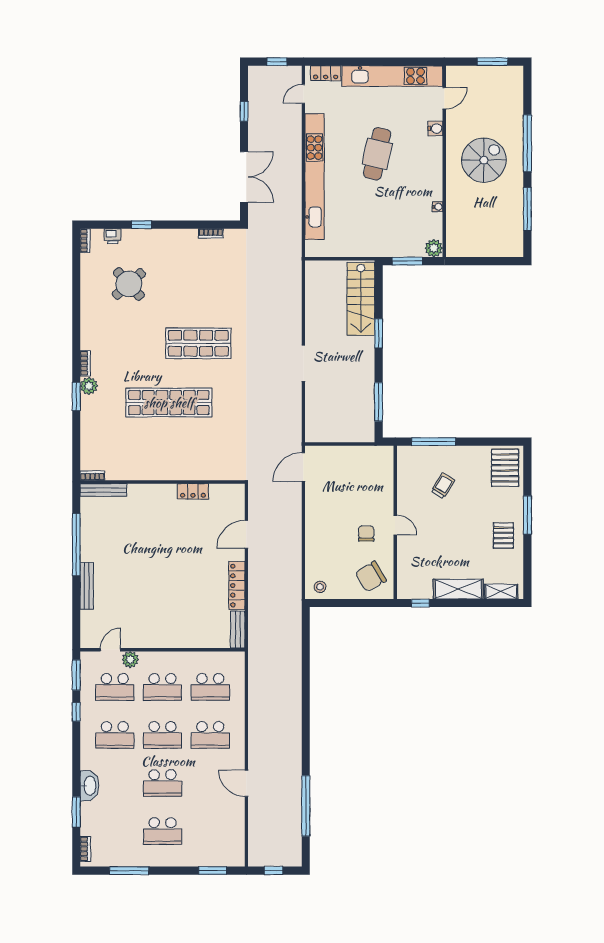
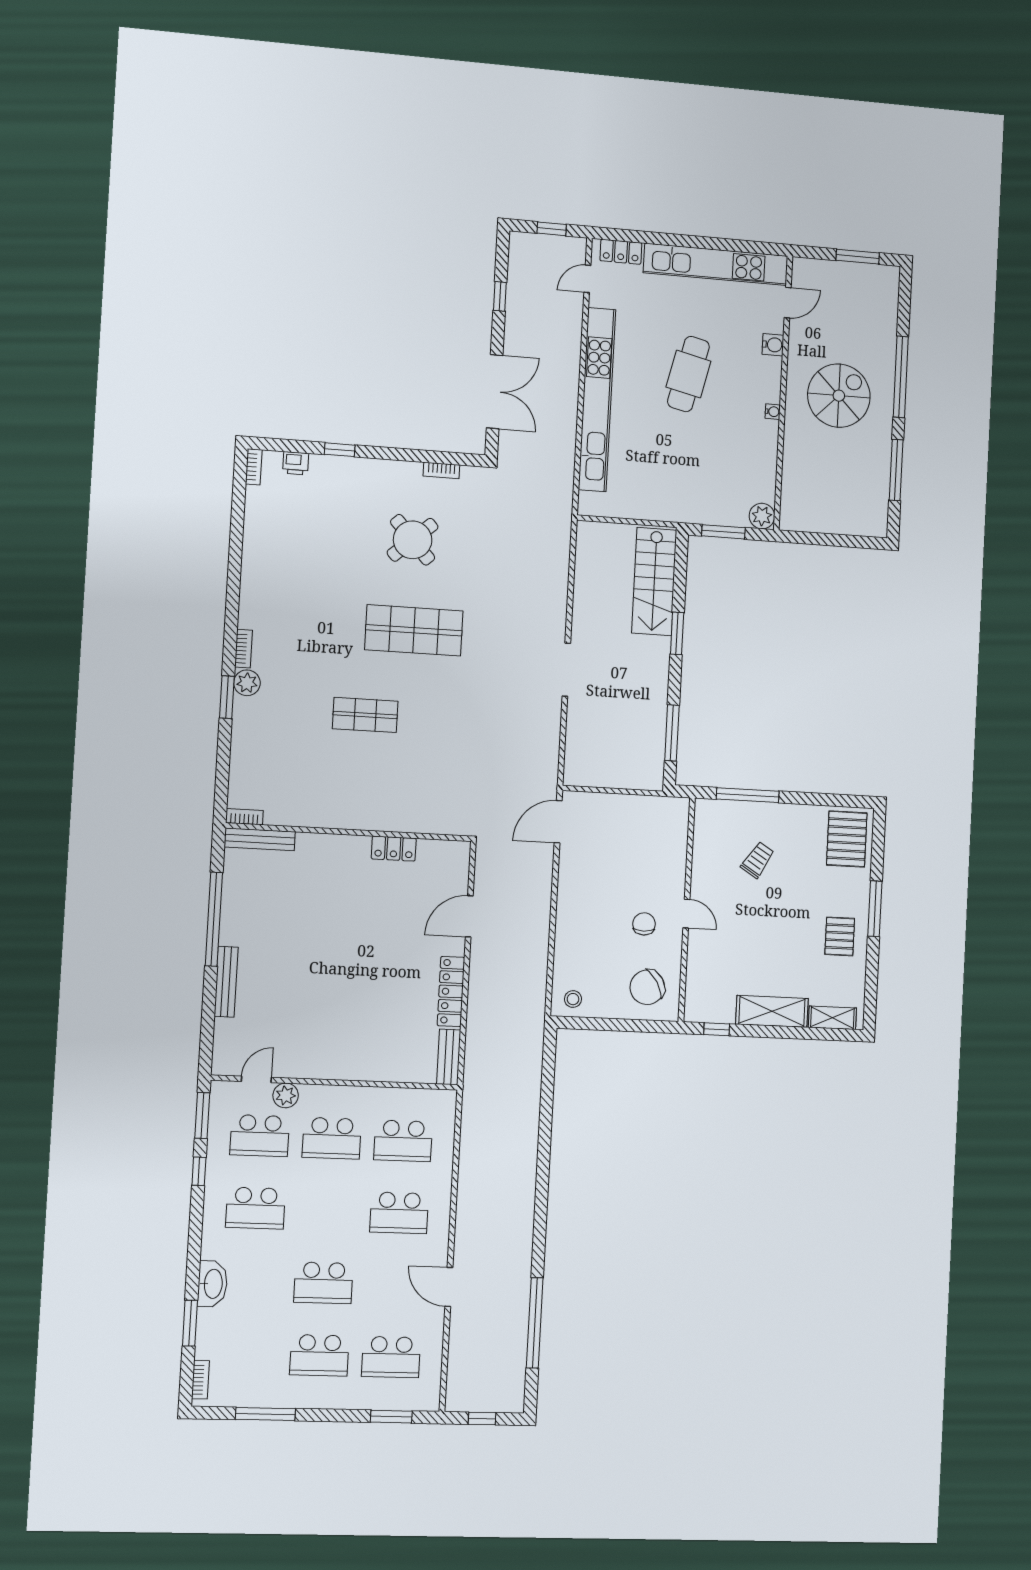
water cooler: (438, 207) -> (773, 412), moved
round table: (129, 284) -> (413, 540), moved
shop shelf: (169, 403) -> (365, 715), width x0.50, depth x0.74
school desk: (163, 735) -> (391, 1357), moved

